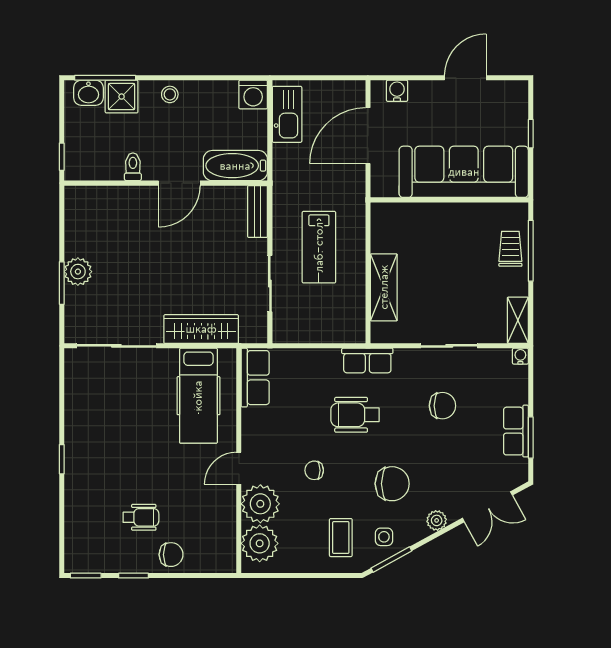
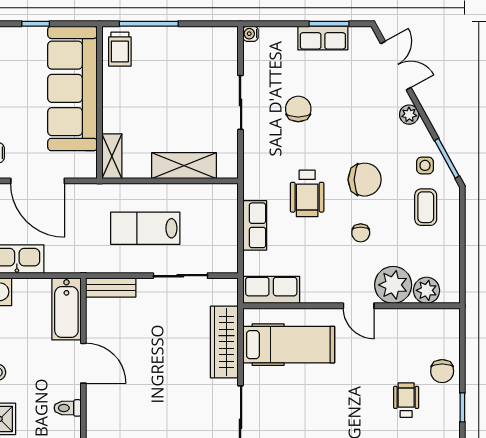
lab bench: (319, 247) -> (145, 228), turned 180
trolley: (510, 249) -> (120, 49), moved, turned -90
shelving: (518, 320) -> (112, 156), moved, turned 90
row of seats: (367, 360) -> (255, 225), moved
chair: (392, 484) -> (365, 180), moved, turned 90
coffee table: (341, 538) -> (426, 207), turned 90
plant: (260, 543) -> (427, 290), width x0.73, depth x0.73
chair: (171, 555) -> (442, 371), turned 180

